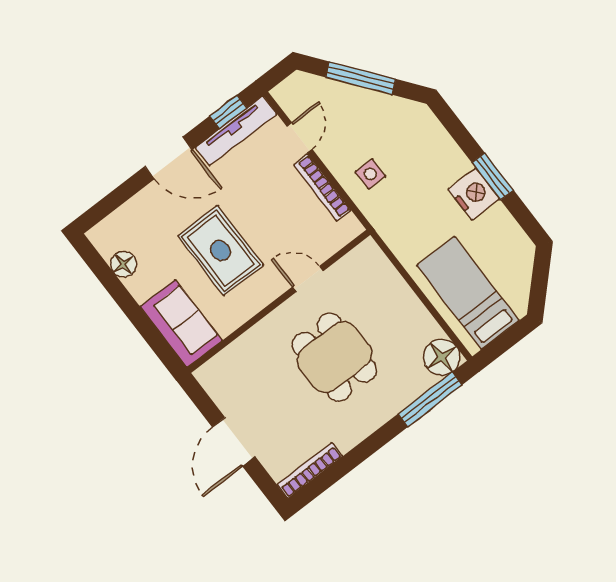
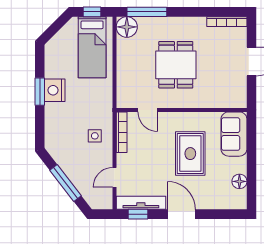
bookcase: (322, 187) -> (122, 132), moved
door: (308, 279) -> (148, 110), moved
window: (505, 341) -> (92, 12), added

